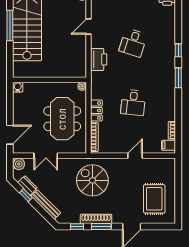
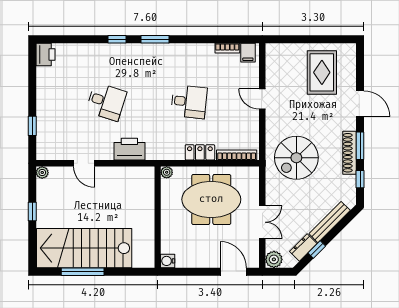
rug: (154, 199) -> (322, 72), turned 90

